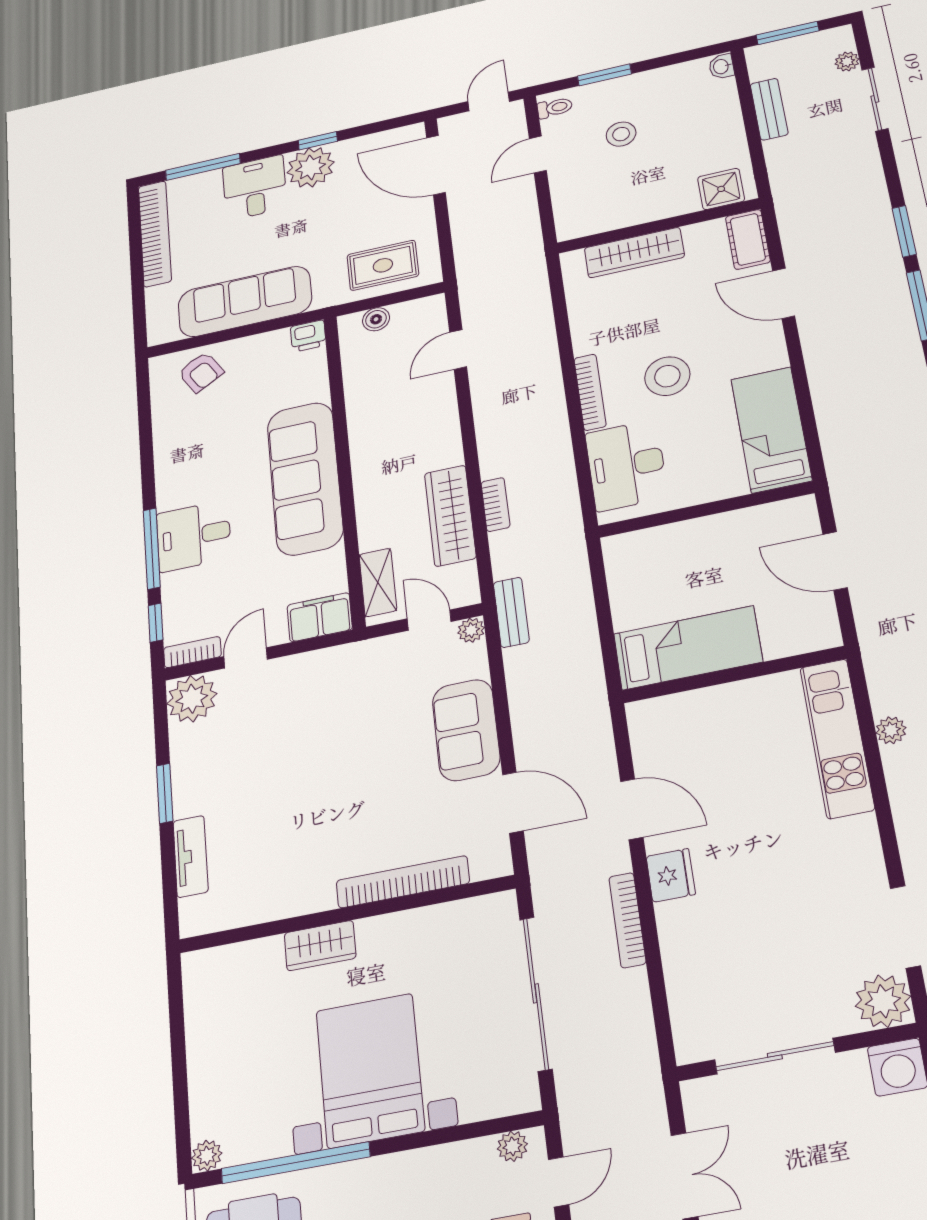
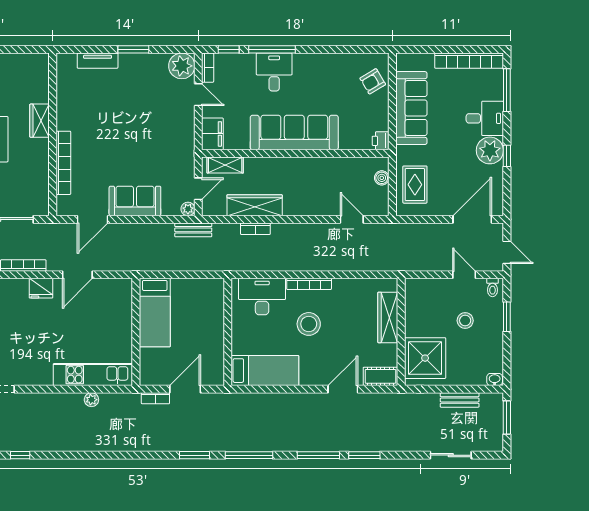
plant: (847, 61) -> (479, 445), removed
shower: (721, 189) -> (425, 358), width x1.86, depth x1.86
bookcase: (864, 611) -> (155, 398), added

